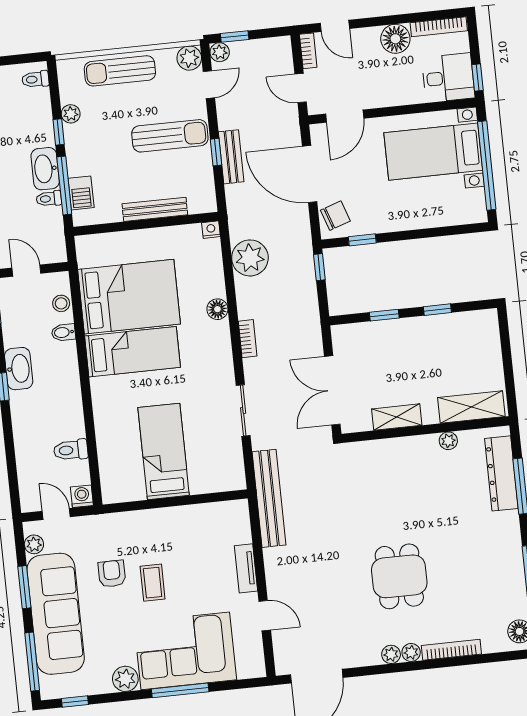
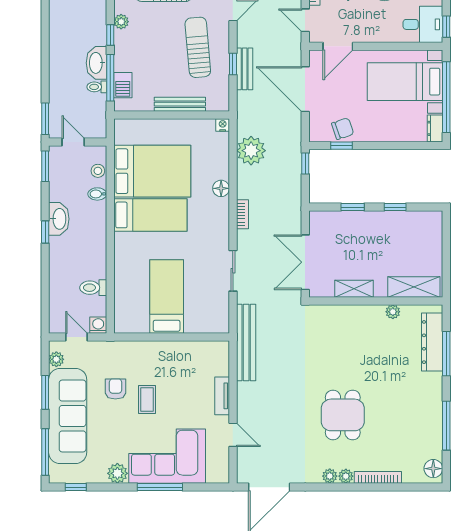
sun lounger: (170, 136) -> (198, 47), turned -95
dresser: (477, 206) -> (435, 128), added
chair: (335, 216) -> (343, 129), moved

